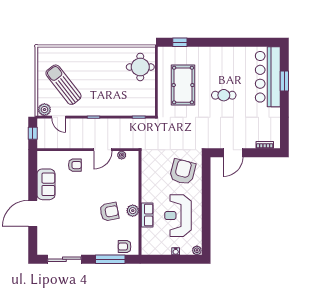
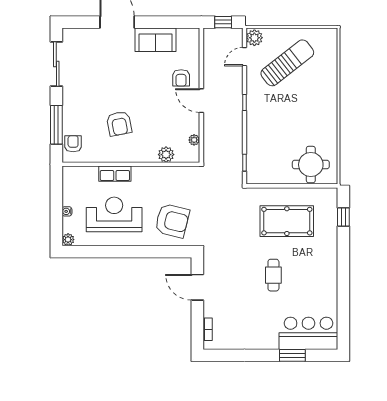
bar counter: (268, 77) -> (308, 333), width x0.73
door: (103, 150) -> (201, 101), moved
plant: (133, 211) -> (166, 155), moved

